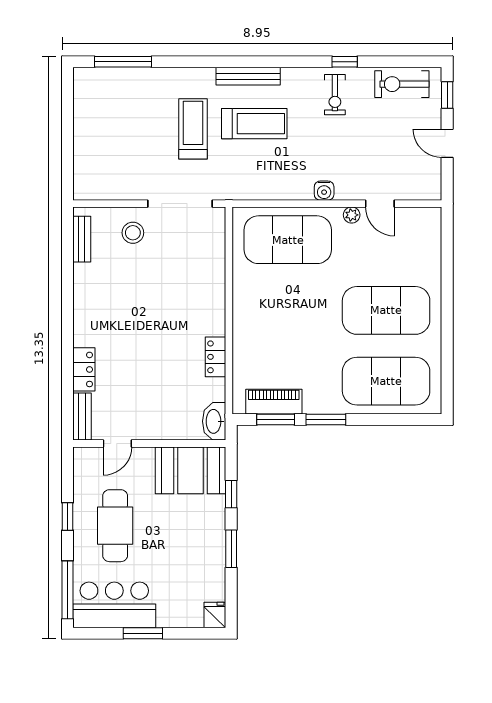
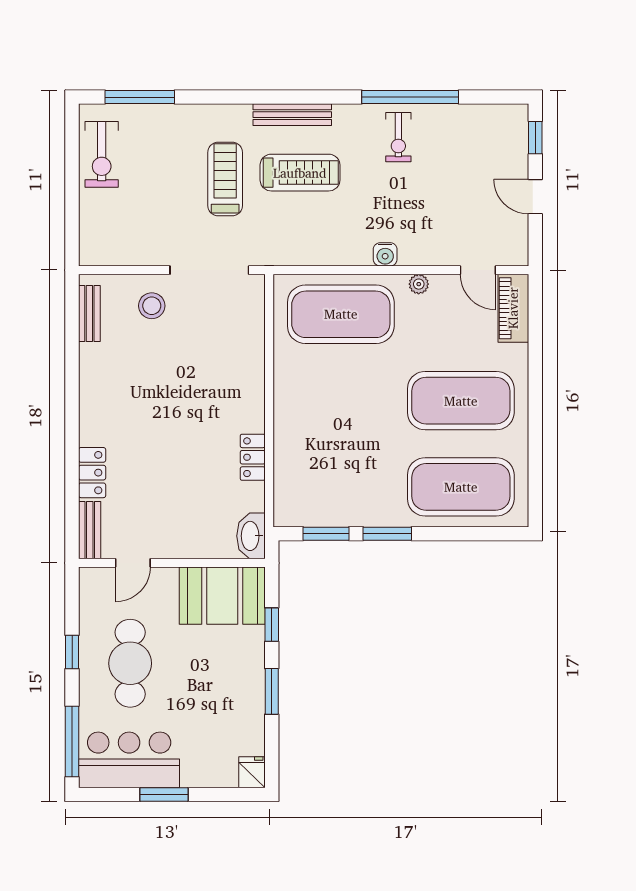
window: (345, 62) -> (410, 97), width x3.17
exercise bike: (402, 84) -> (102, 154), moved, turned -90
door: (380, 204) -> (478, 270), moved
piano: (274, 402) -> (513, 308), moved, turned -90

